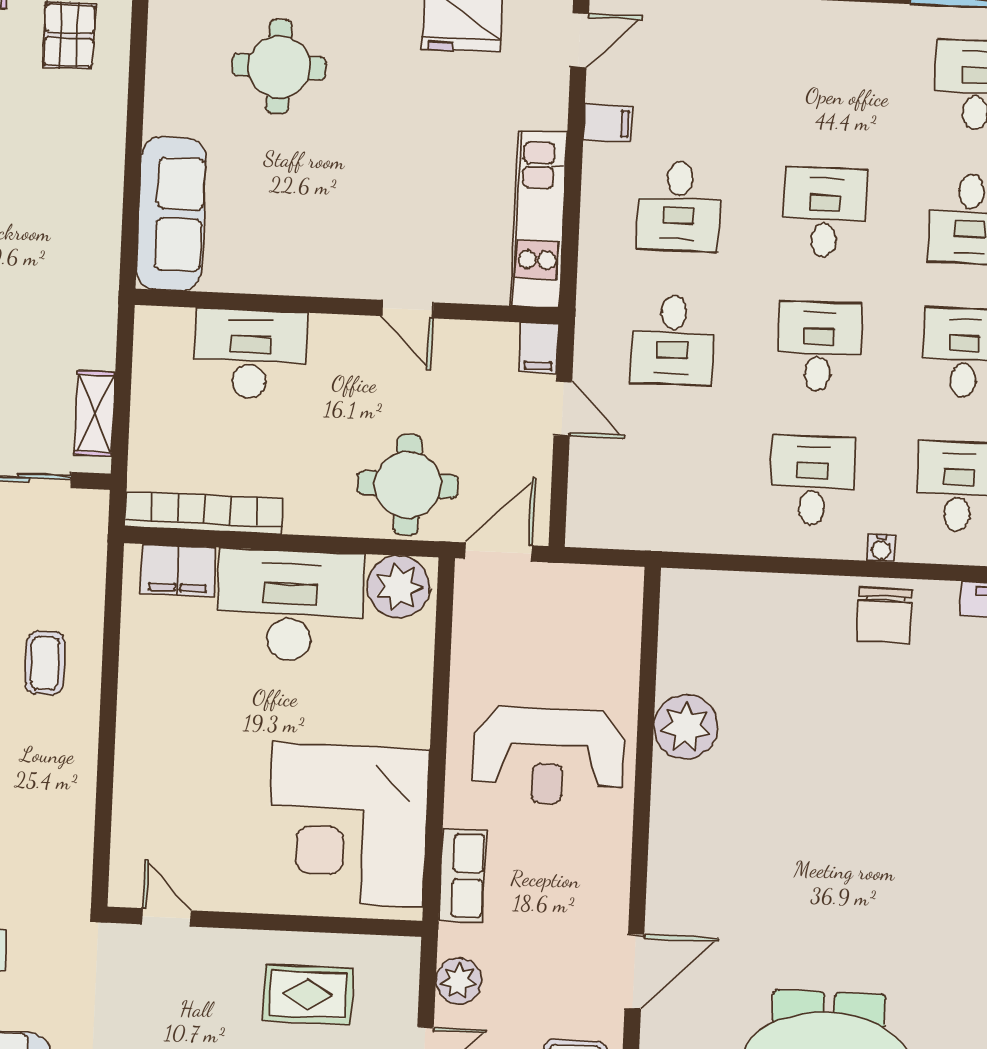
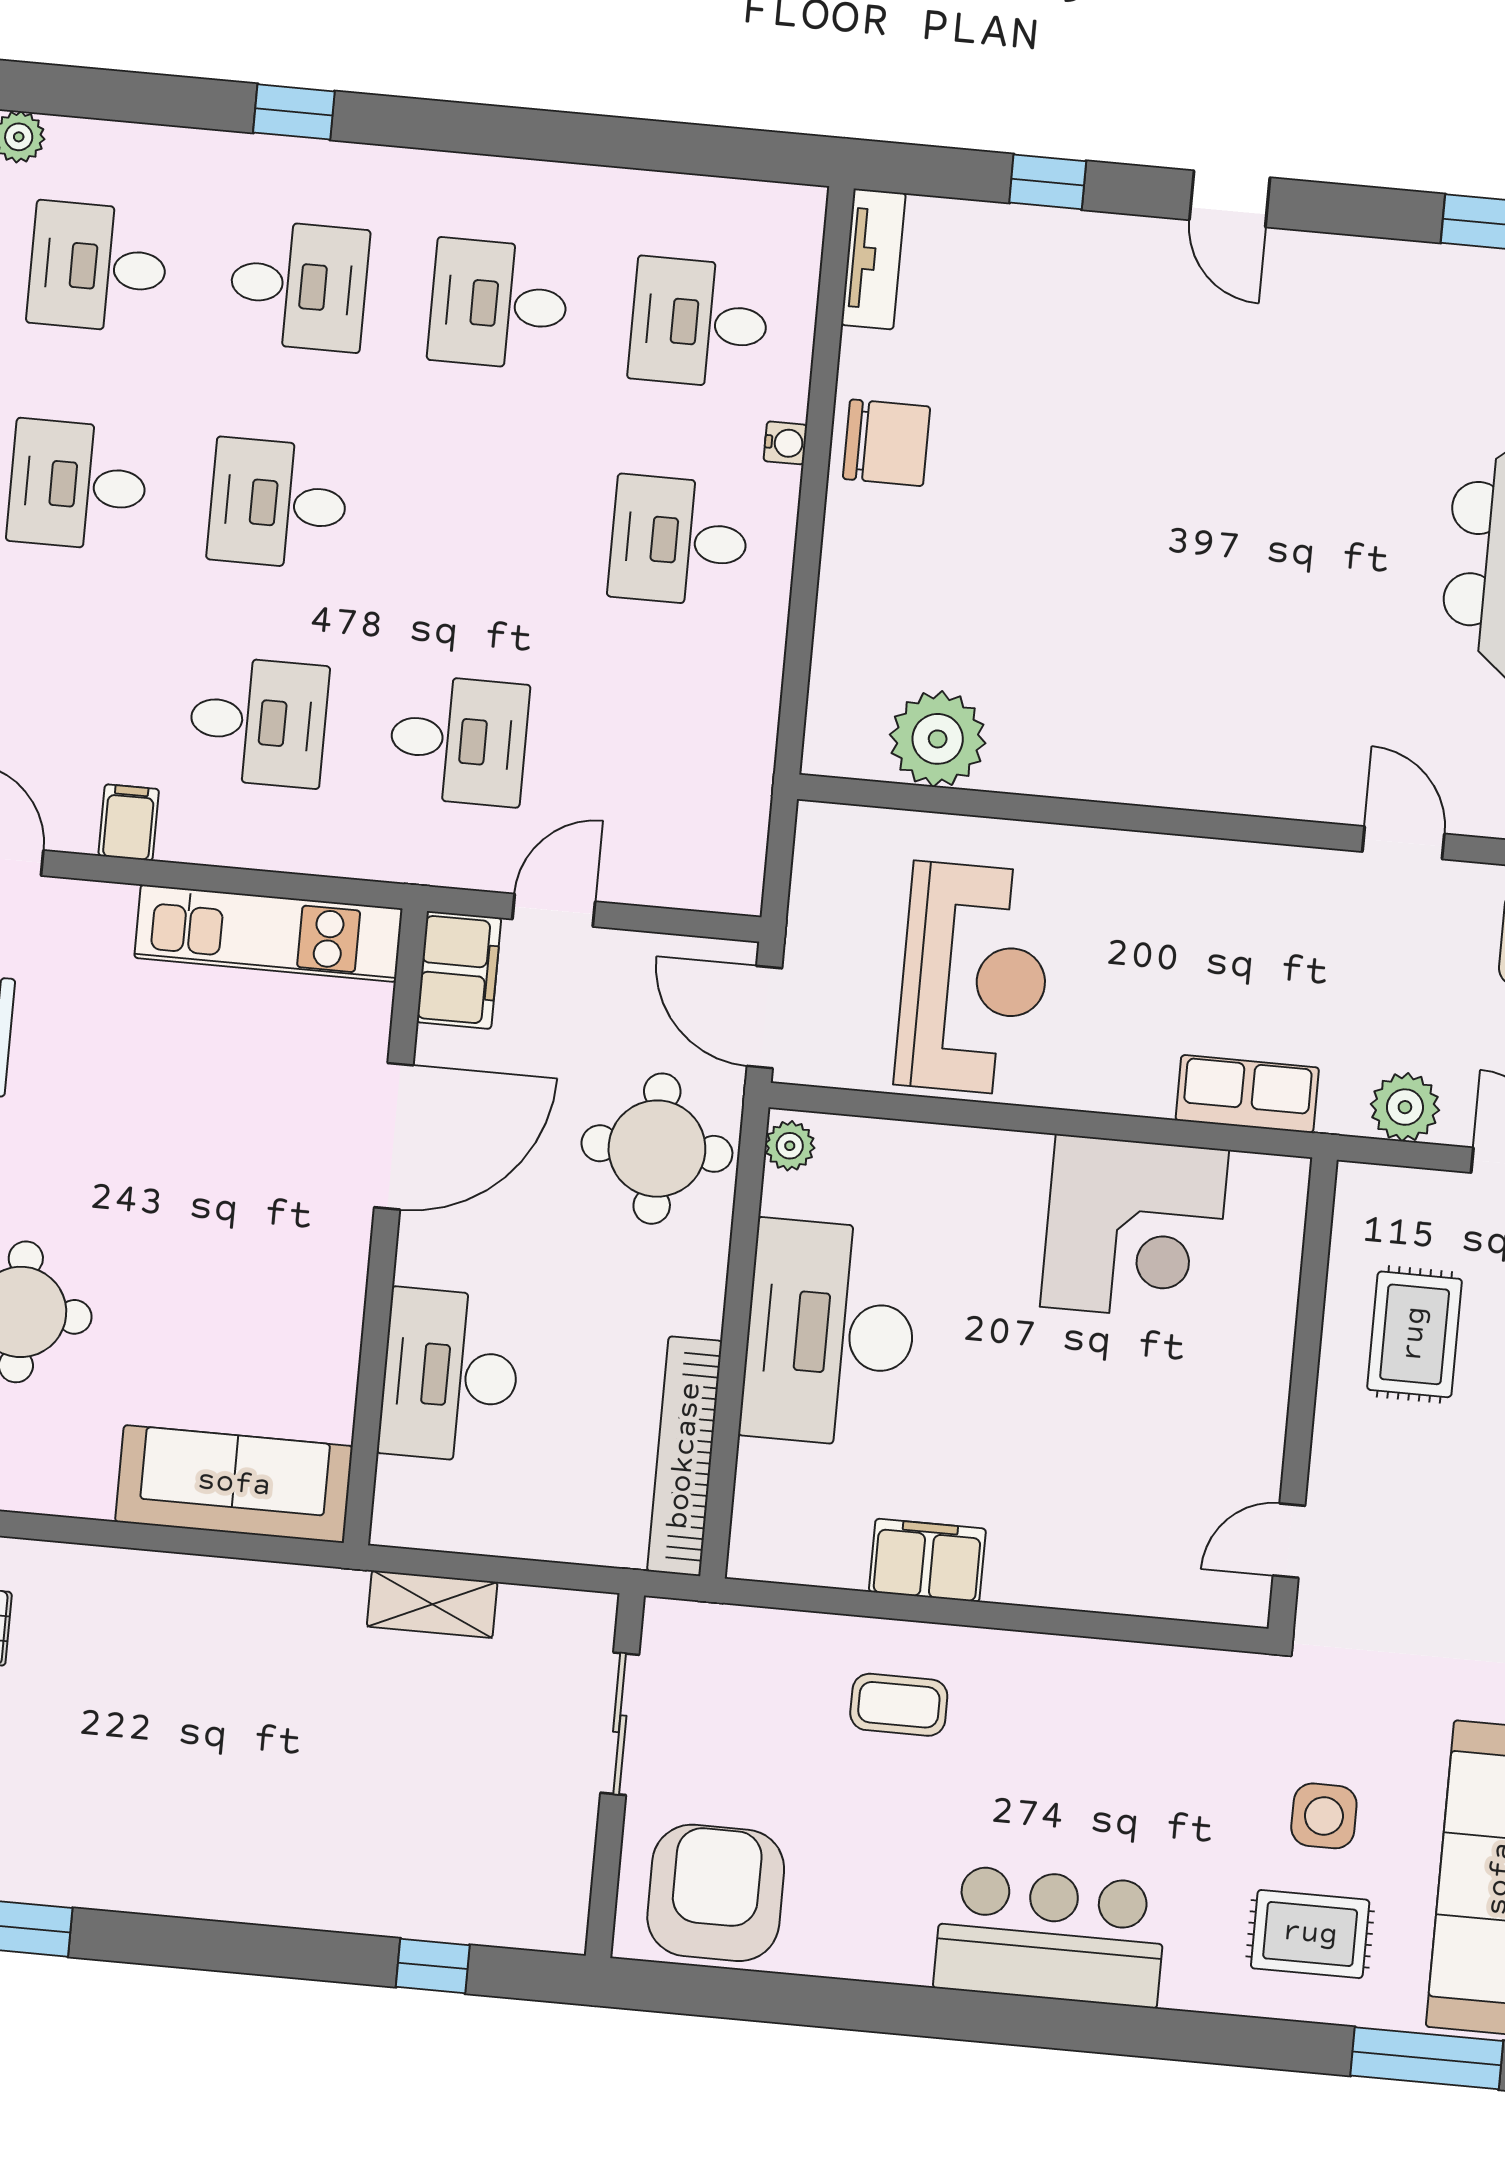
door: (408, 309) -> (394, 1136), width x1.87
desk: (819, 346) -> (78, 485), moved
filing cabinet: (539, 348) -> (459, 970), width x2.00
shelving: (95, 413) -> (432, 1604), moved
filing cabinet: (178, 570) -> (927, 1560), moved, turned -90
plant: (399, 587) -> (790, 1146), width x0.53, depth x0.53
plant: (686, 727) -> (938, 739), moved
reception desk: (548, 756) -> (974, 979), moved
corner desk: (348, 825) -> (1134, 1228), width x0.74, depth x0.74
door: (634, 972) -> (1403, 843), width x0.73

